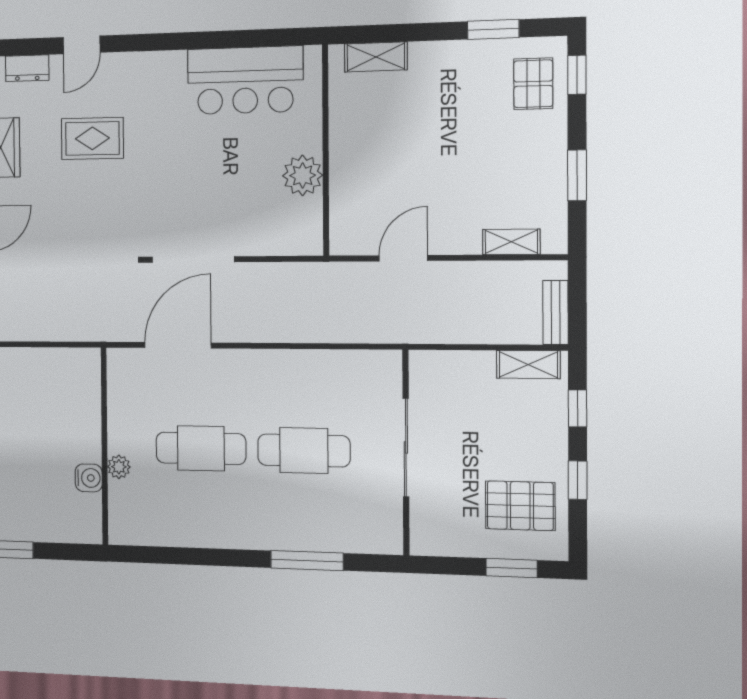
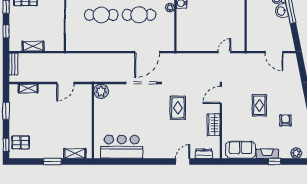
window: (493, 29) -> (52, 161), moved
pallet: (533, 84) -> (21, 142), turned 90
rug: (92, 138) -> (178, 108), moved, turned 90
plant: (303, 175) -> (101, 91), moved
shelving: (528, 365) -> (33, 46), moved

